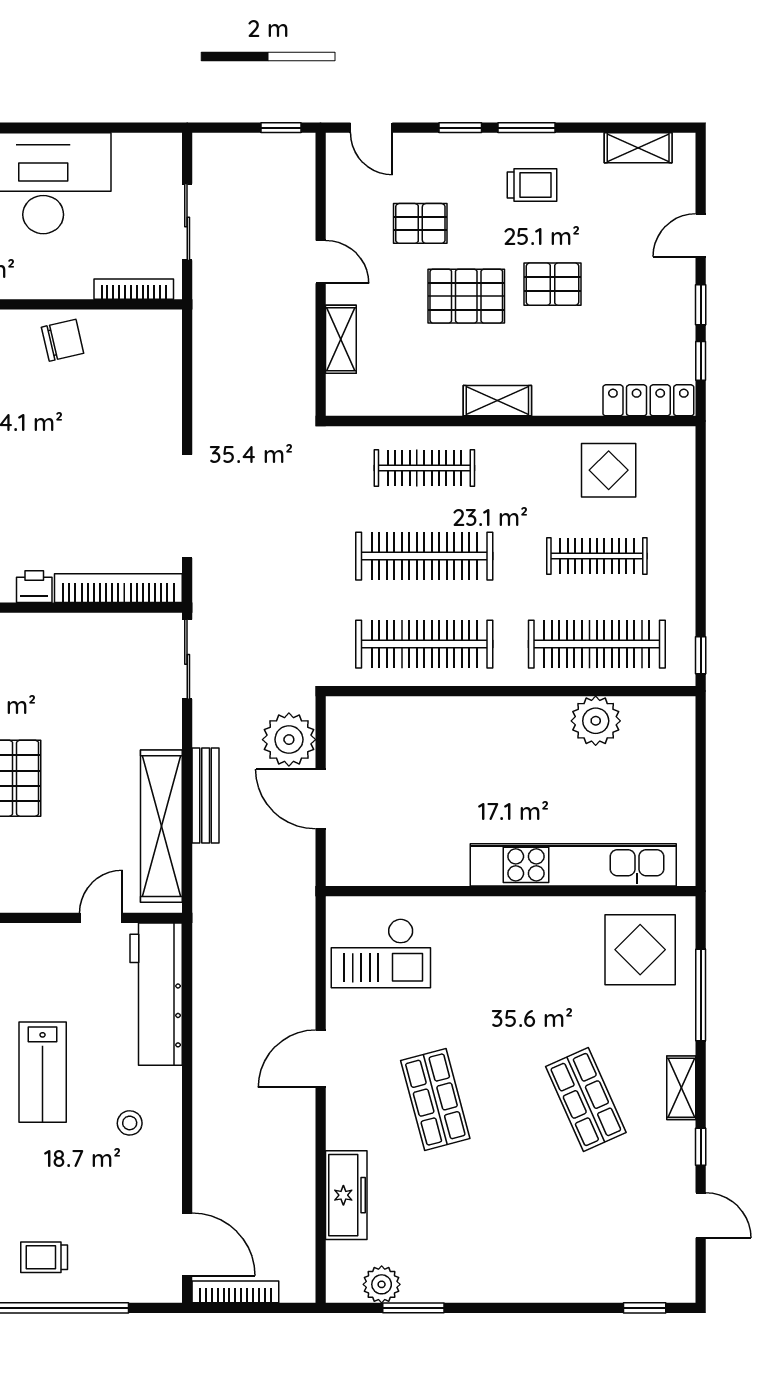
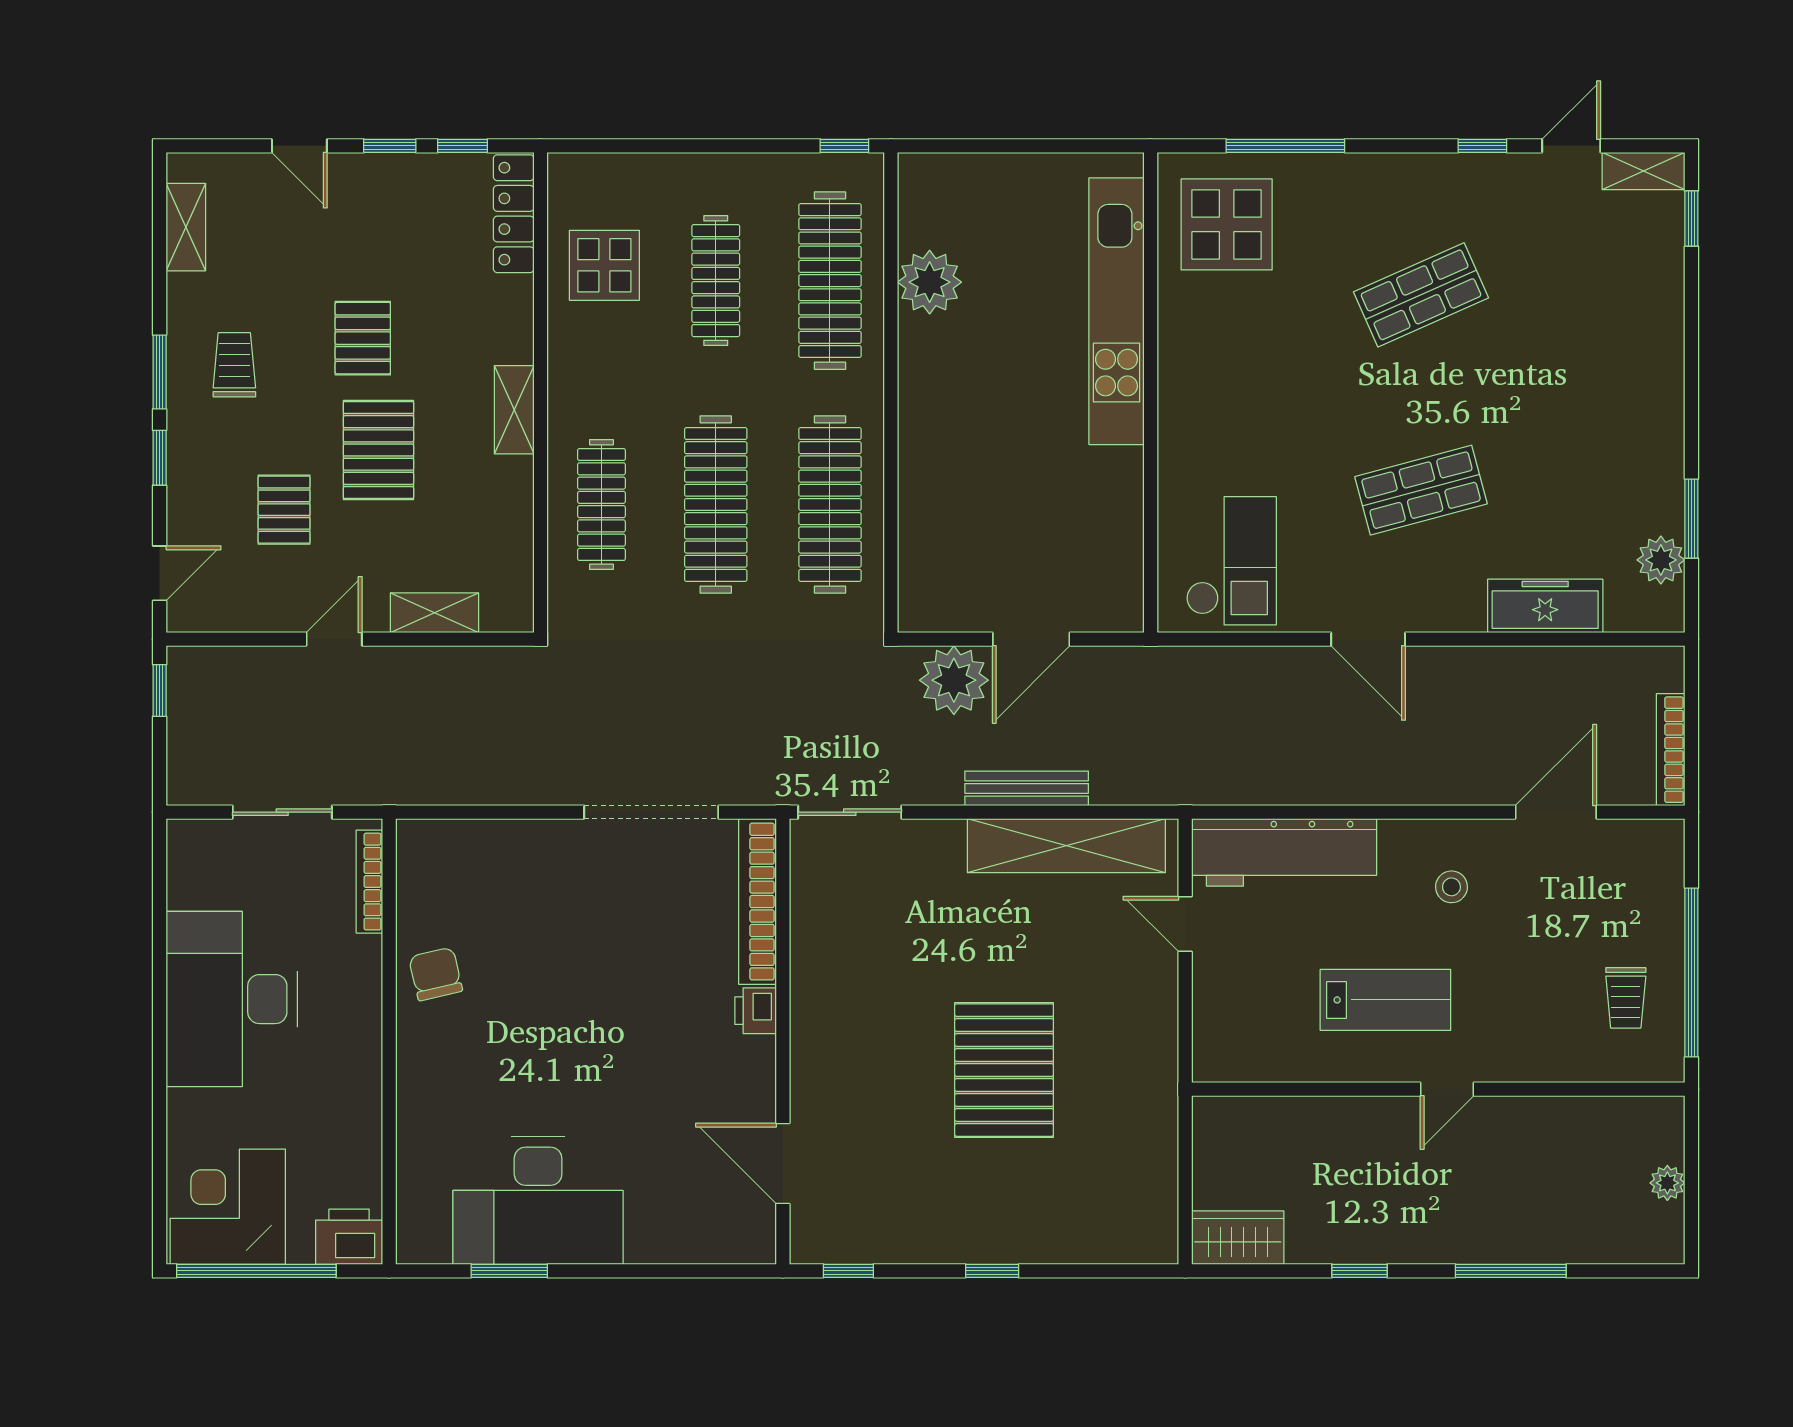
shelving: (681, 1088) -> (1644, 171), moved
door: (187, 1244) -> (1556, 812), moved

